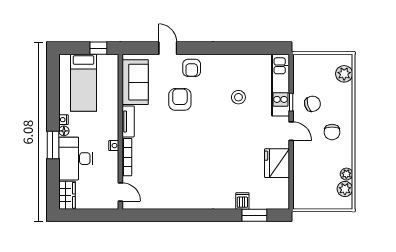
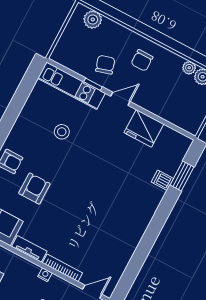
armchair: (180, 99) -> (34, 188), turned 90
chair: (332, 132) -> (142, 60), turned 90

